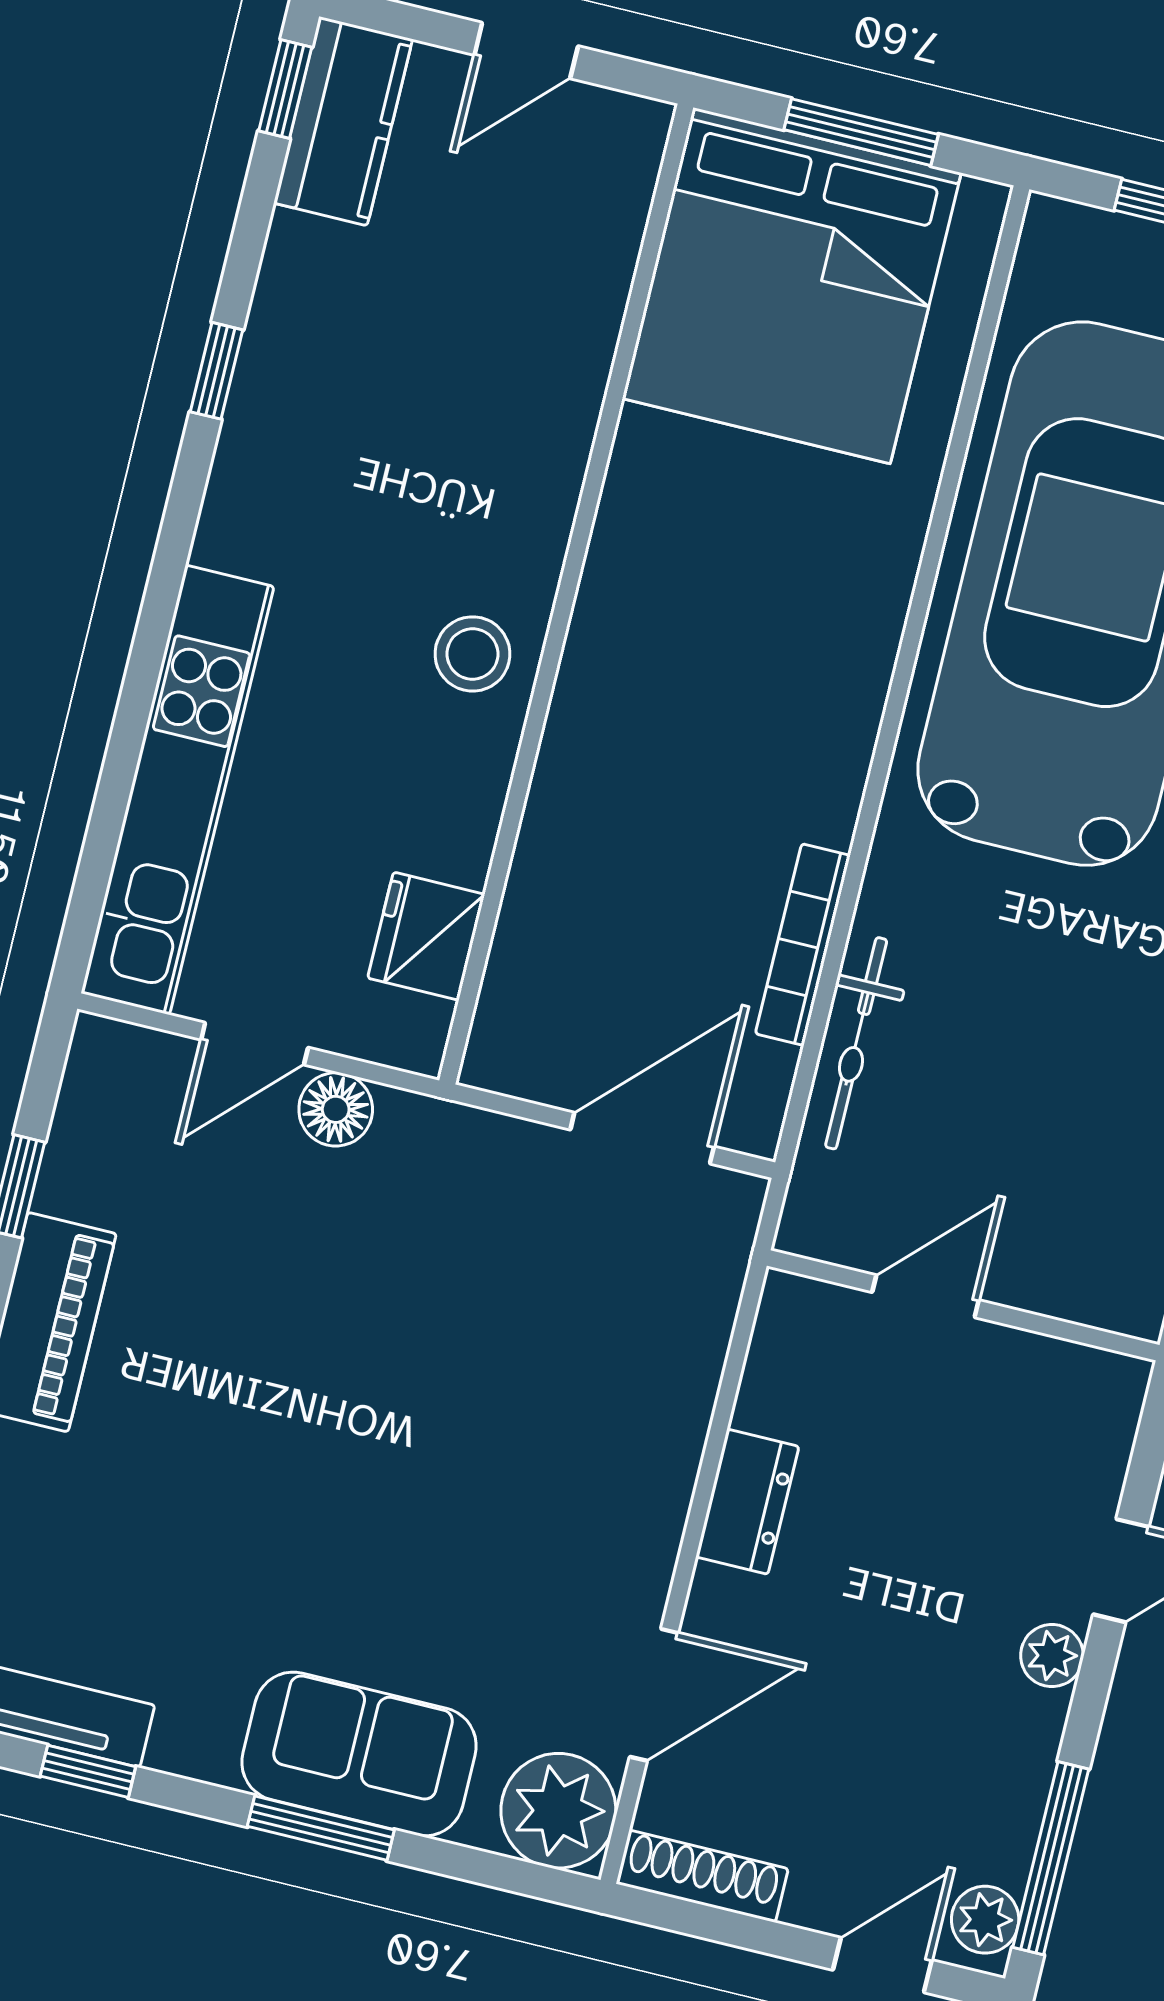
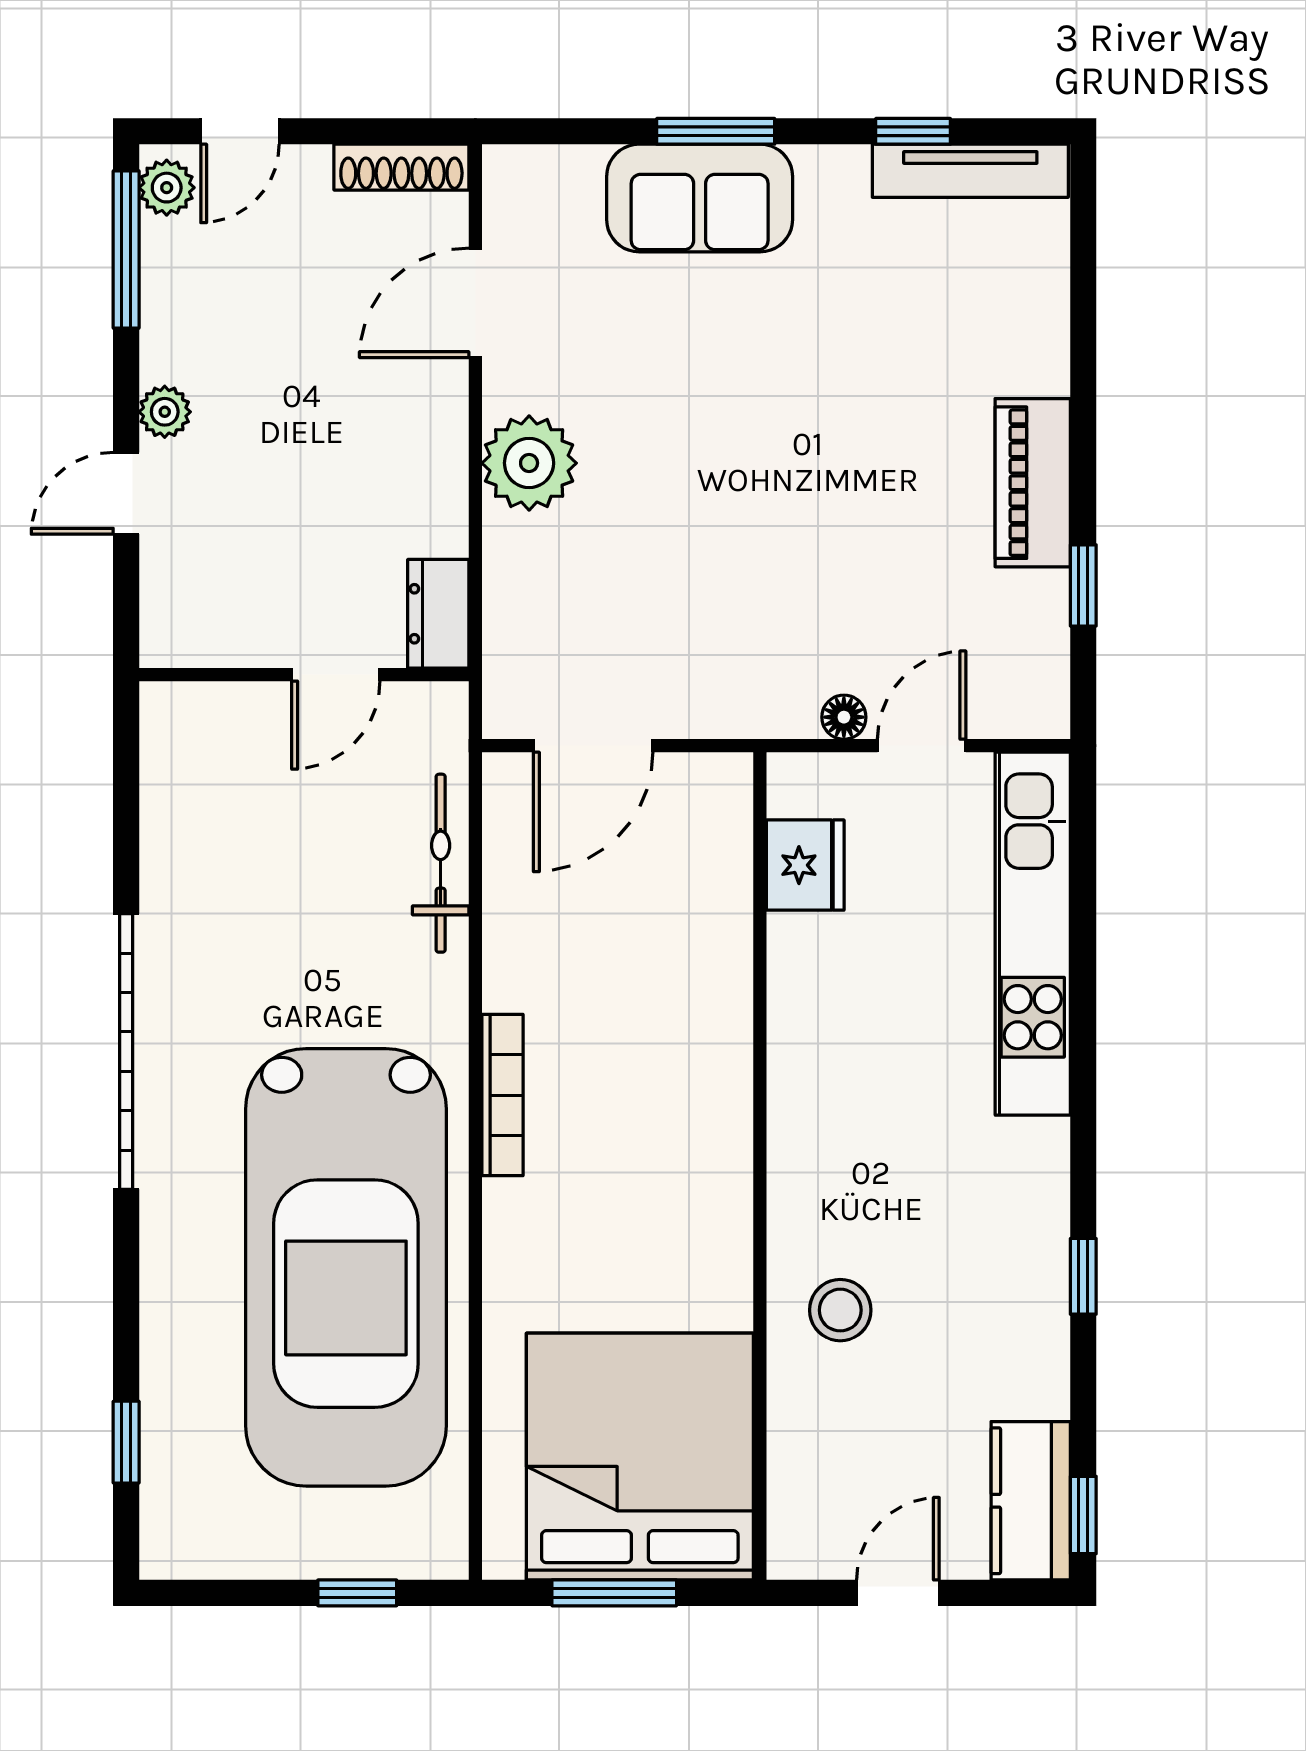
stool: (472, 654) -> (840, 1310), moved
bookcase: (803, 945) -> (502, 1095), moved
floor lamp: (336, 1109) -> (844, 717), width x0.73, depth x0.73
dresser: (747, 1502) -> (438, 614), moved
plant: (558, 1811) -> (529, 463), moved

